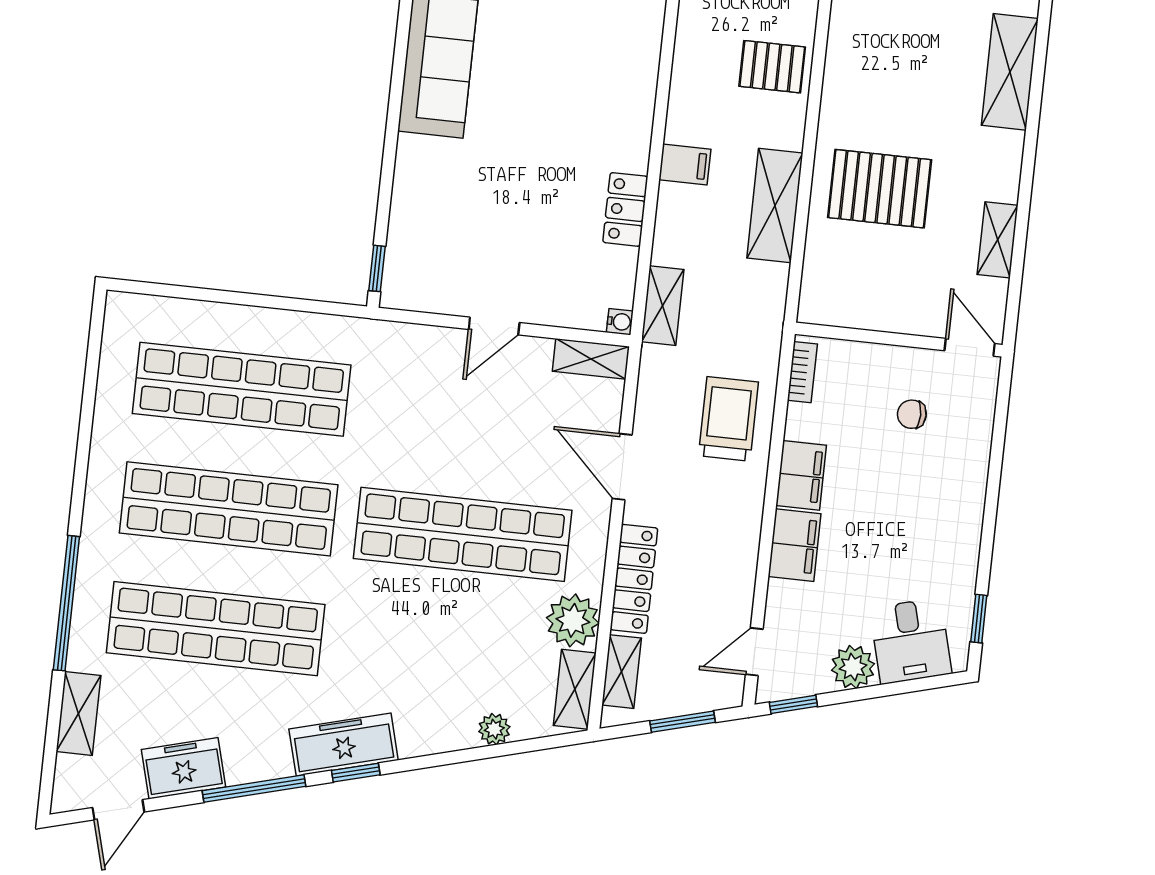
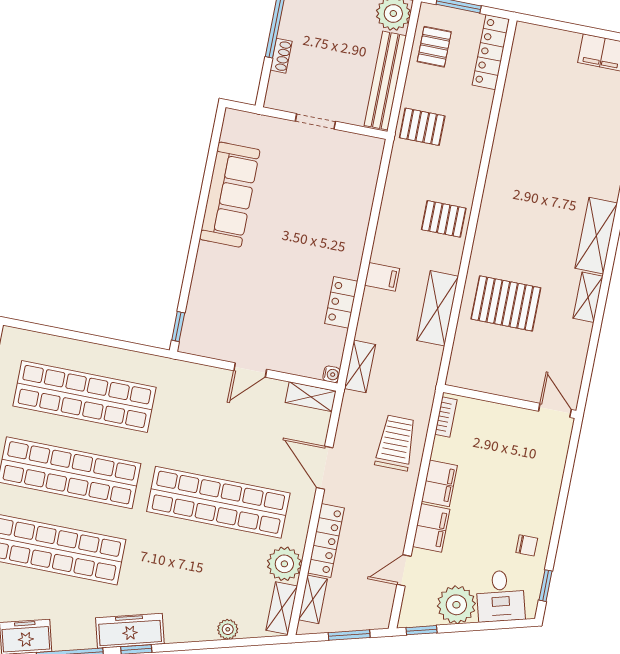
shelving: (998, 240) -> (588, 297), moved
chair: (912, 414) -> (527, 545), moved, turned 180
door: (754, 652) -> (404, 570), moved
plant: (853, 667) -> (456, 605), width x1.36, depth x1.36

